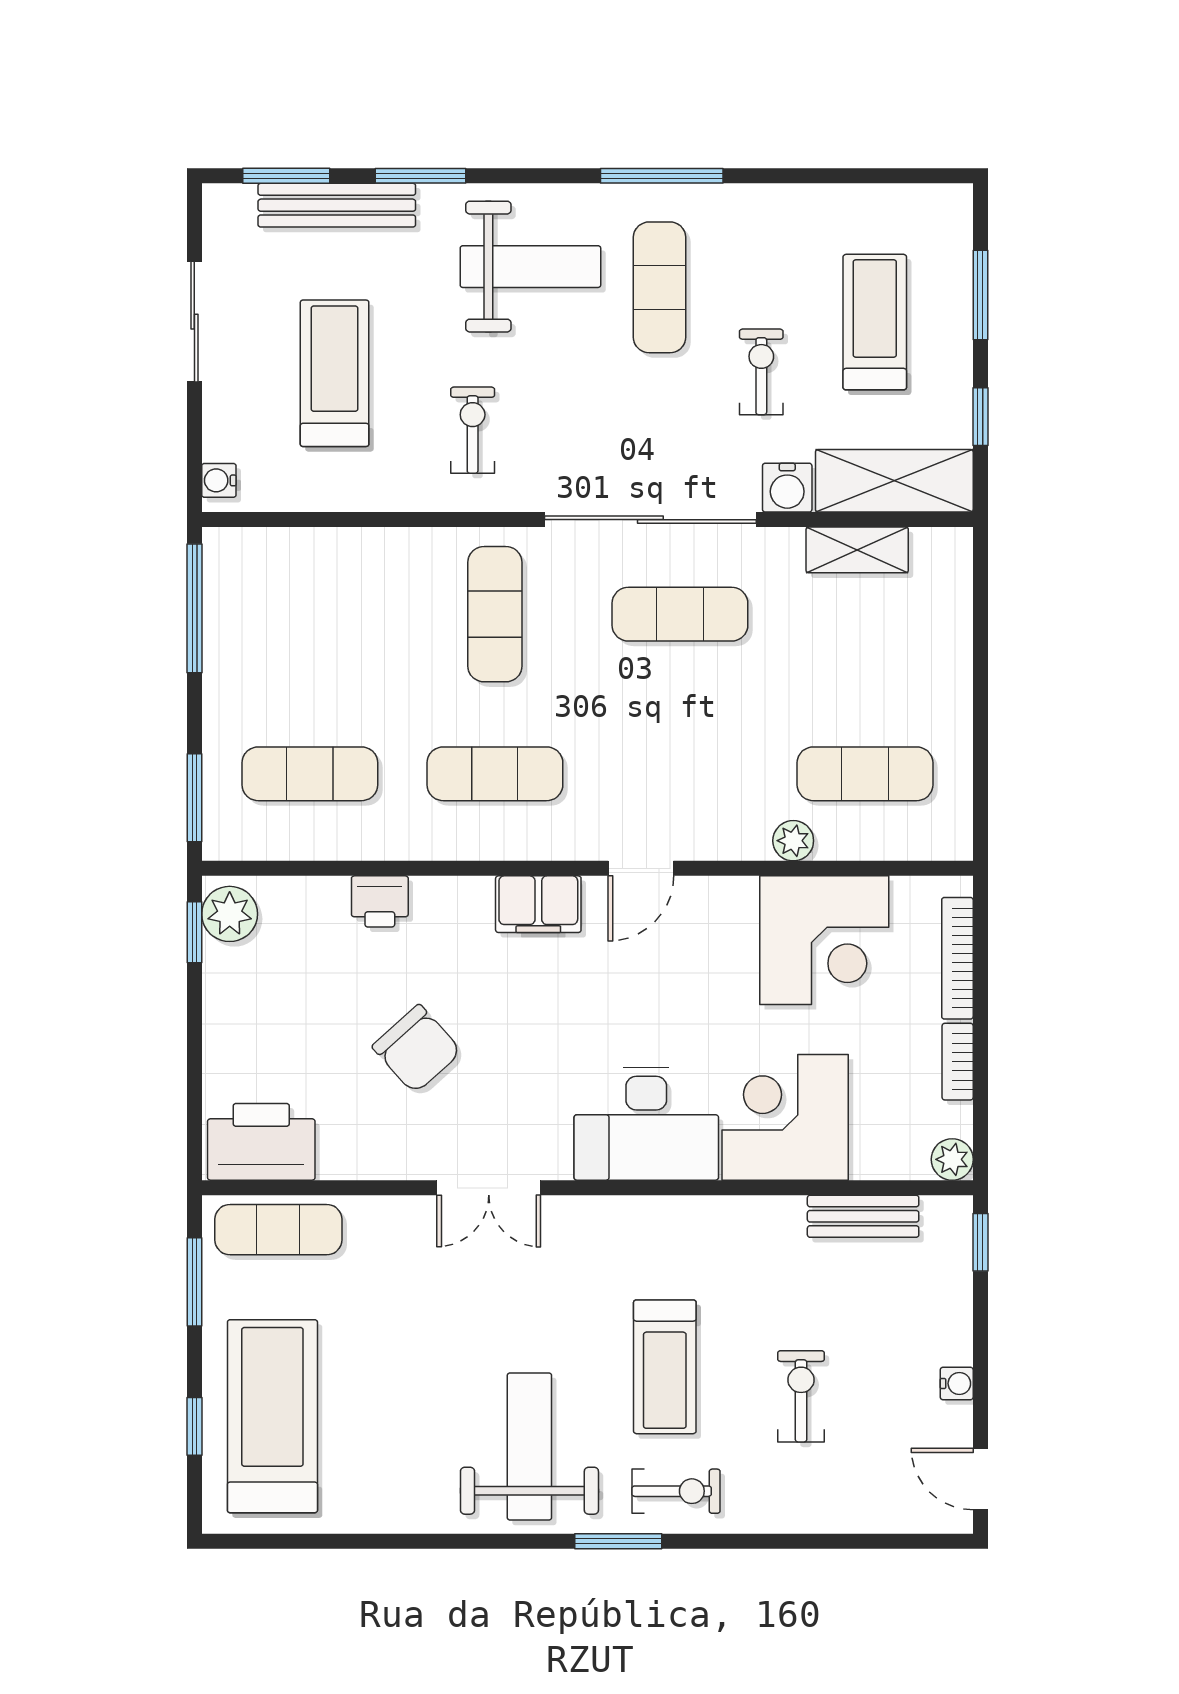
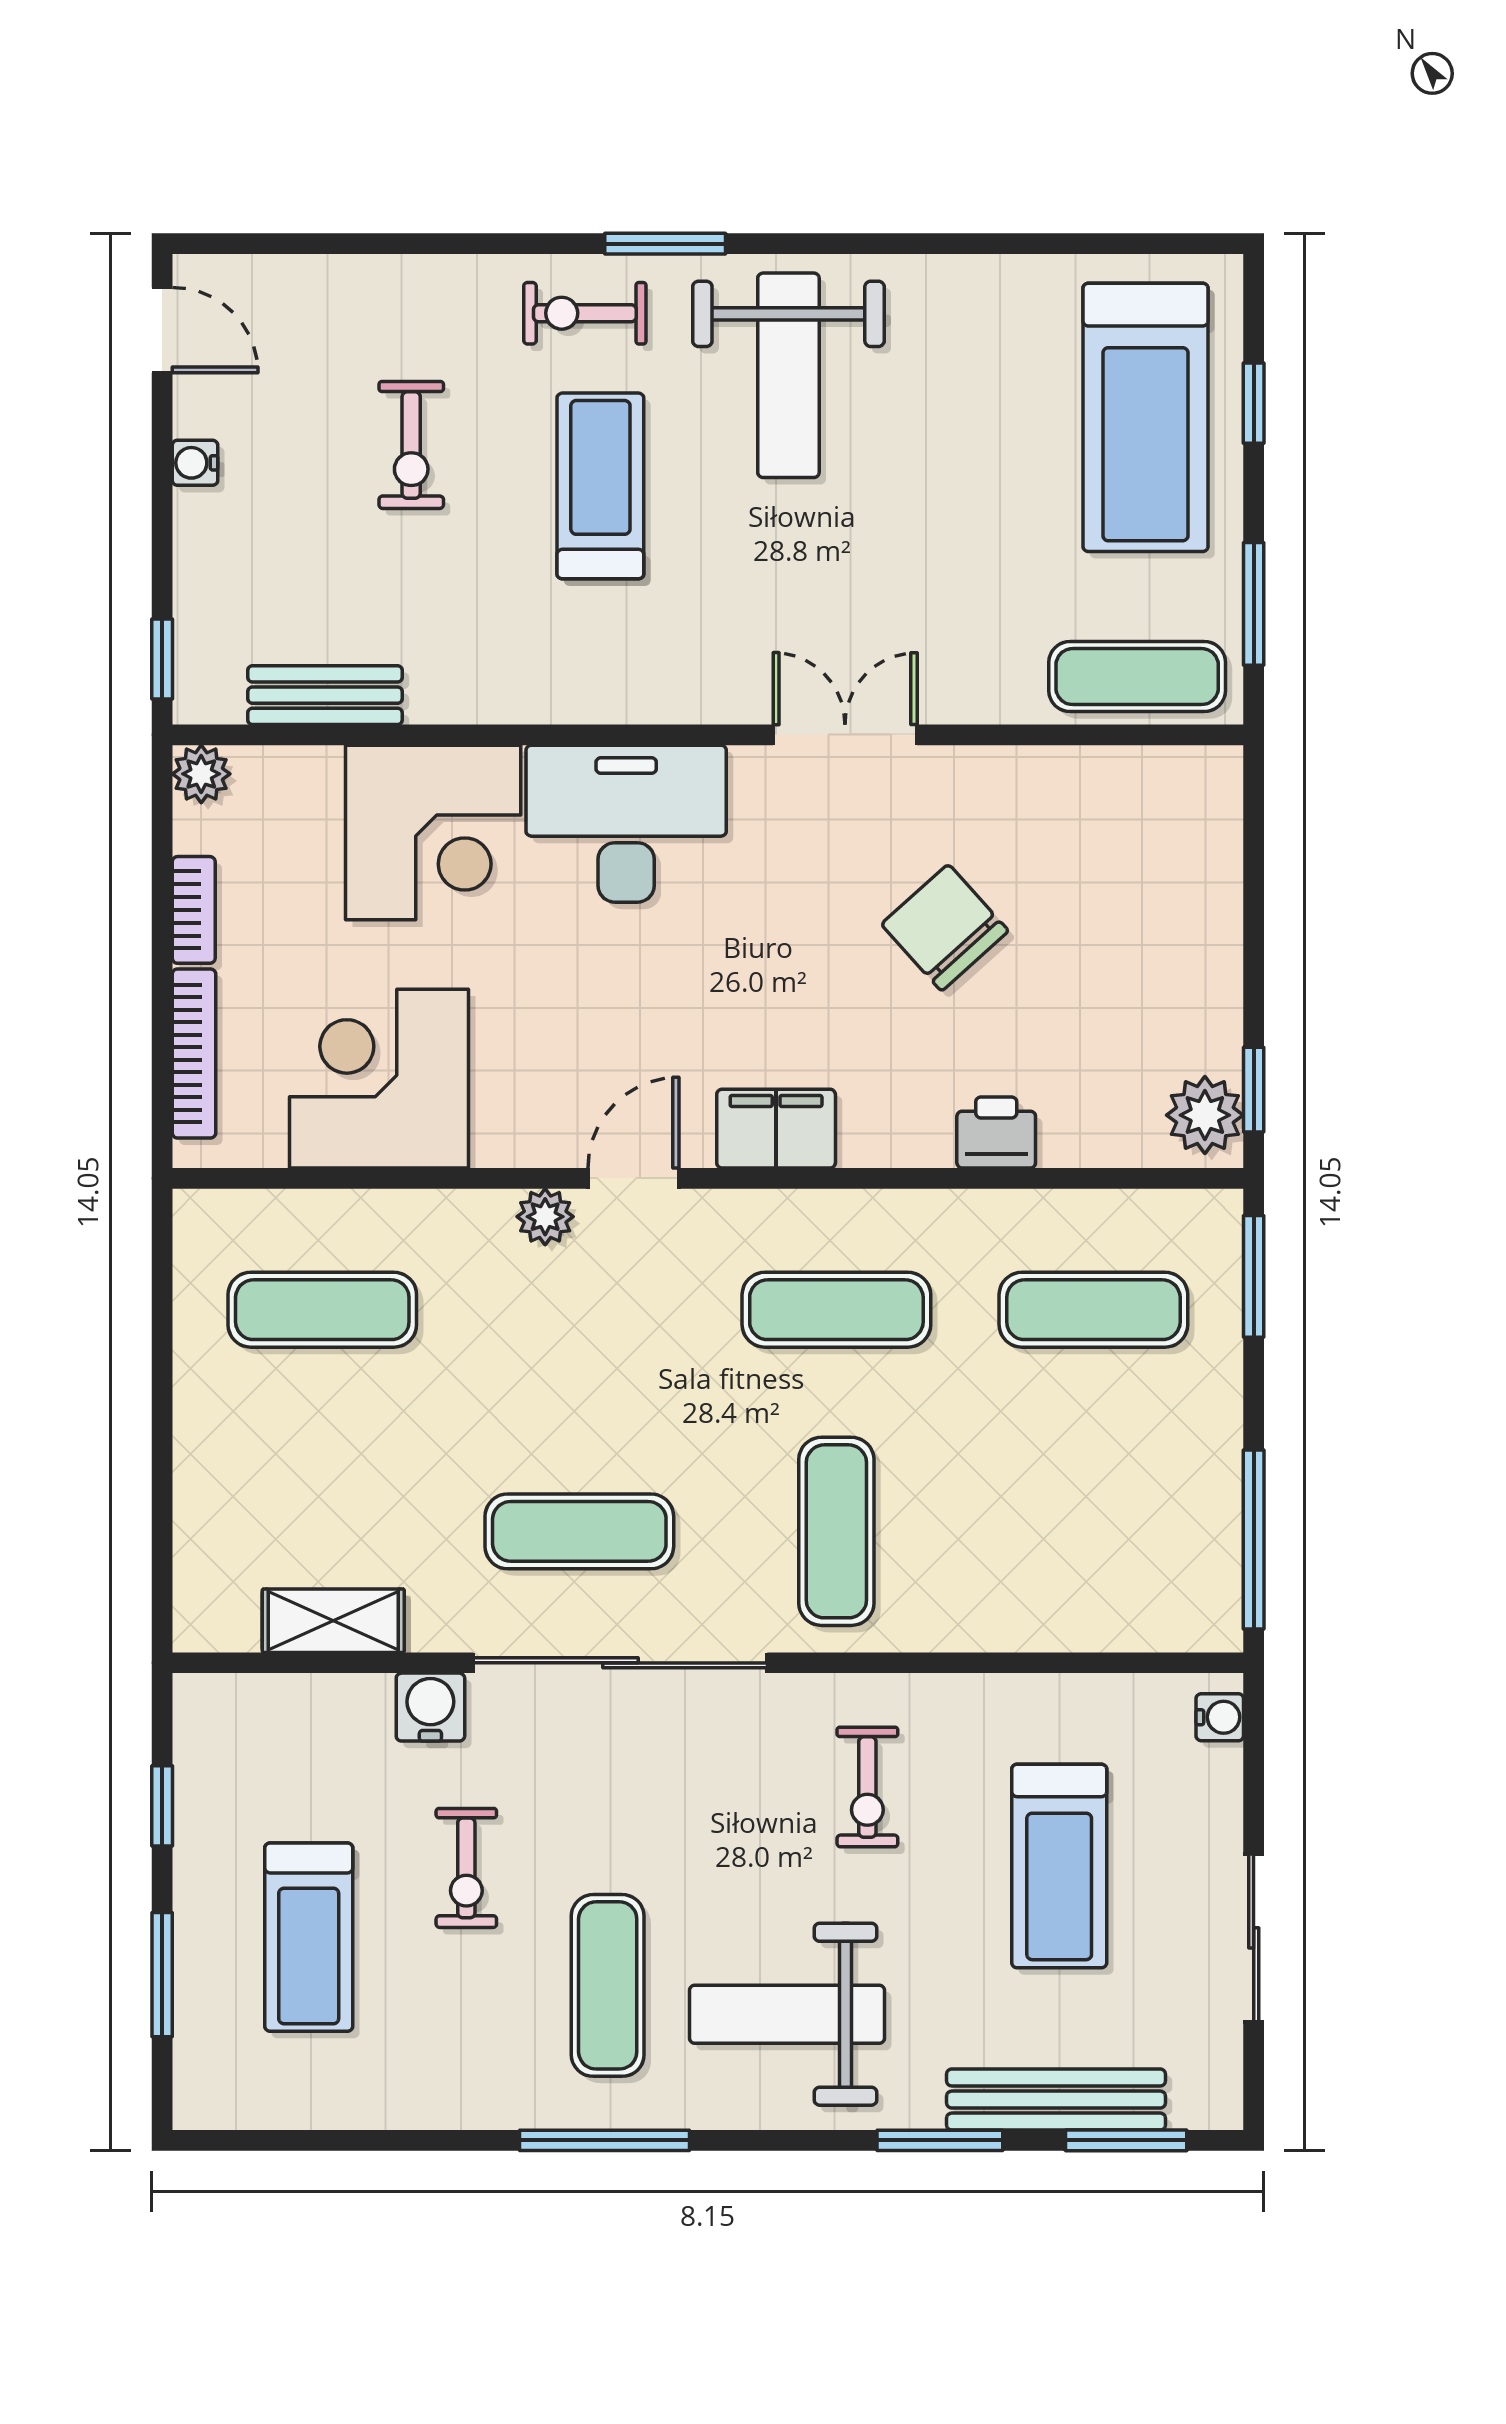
shelving: (894, 481) -> (282, 1717), removed
plant: (793, 841) -> (545, 1217), moved
printer: (261, 1142) -> (1161, 799), removed

